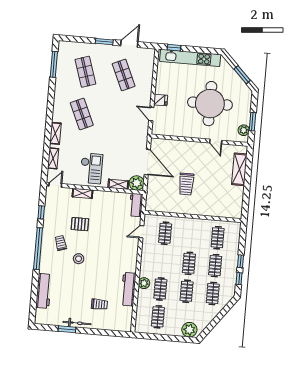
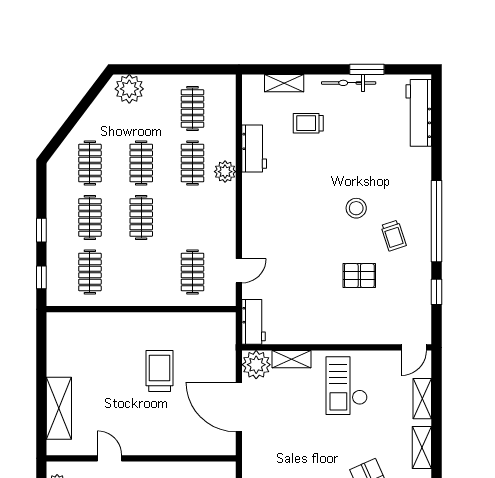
shelving: (82, 193) -> (284, 83), moved
window: (239, 279) -> (41, 277), moved
workbench: (129, 289) -> (254, 149), width x0.73
workbench: (44, 291) -> (419, 113), moved

